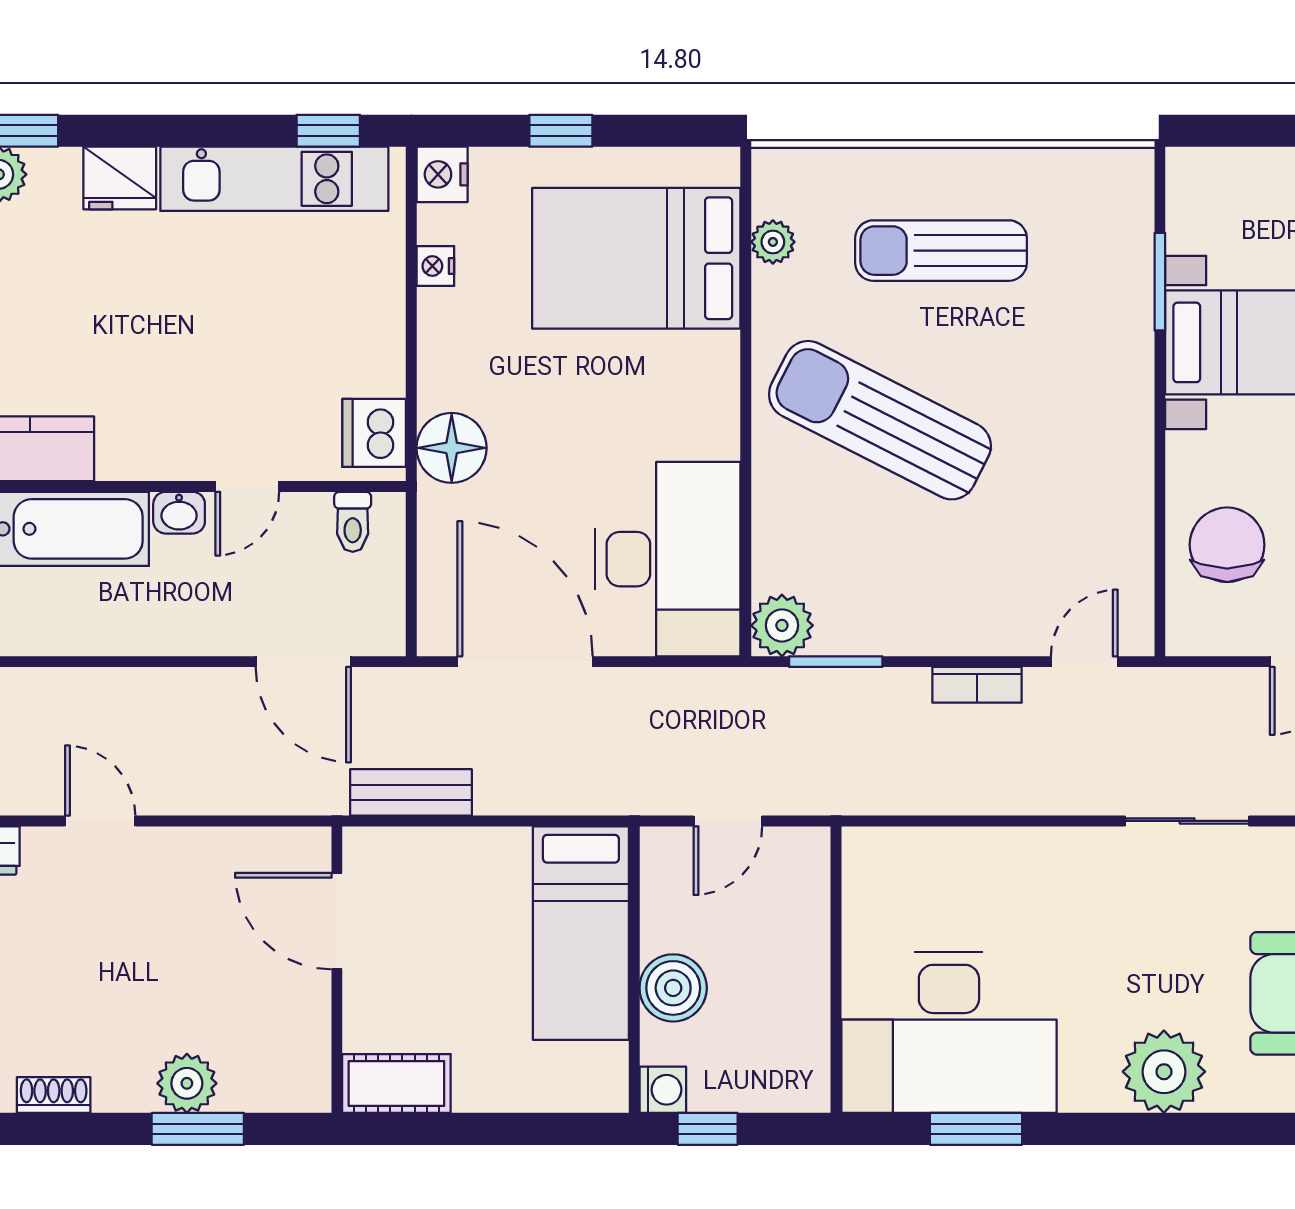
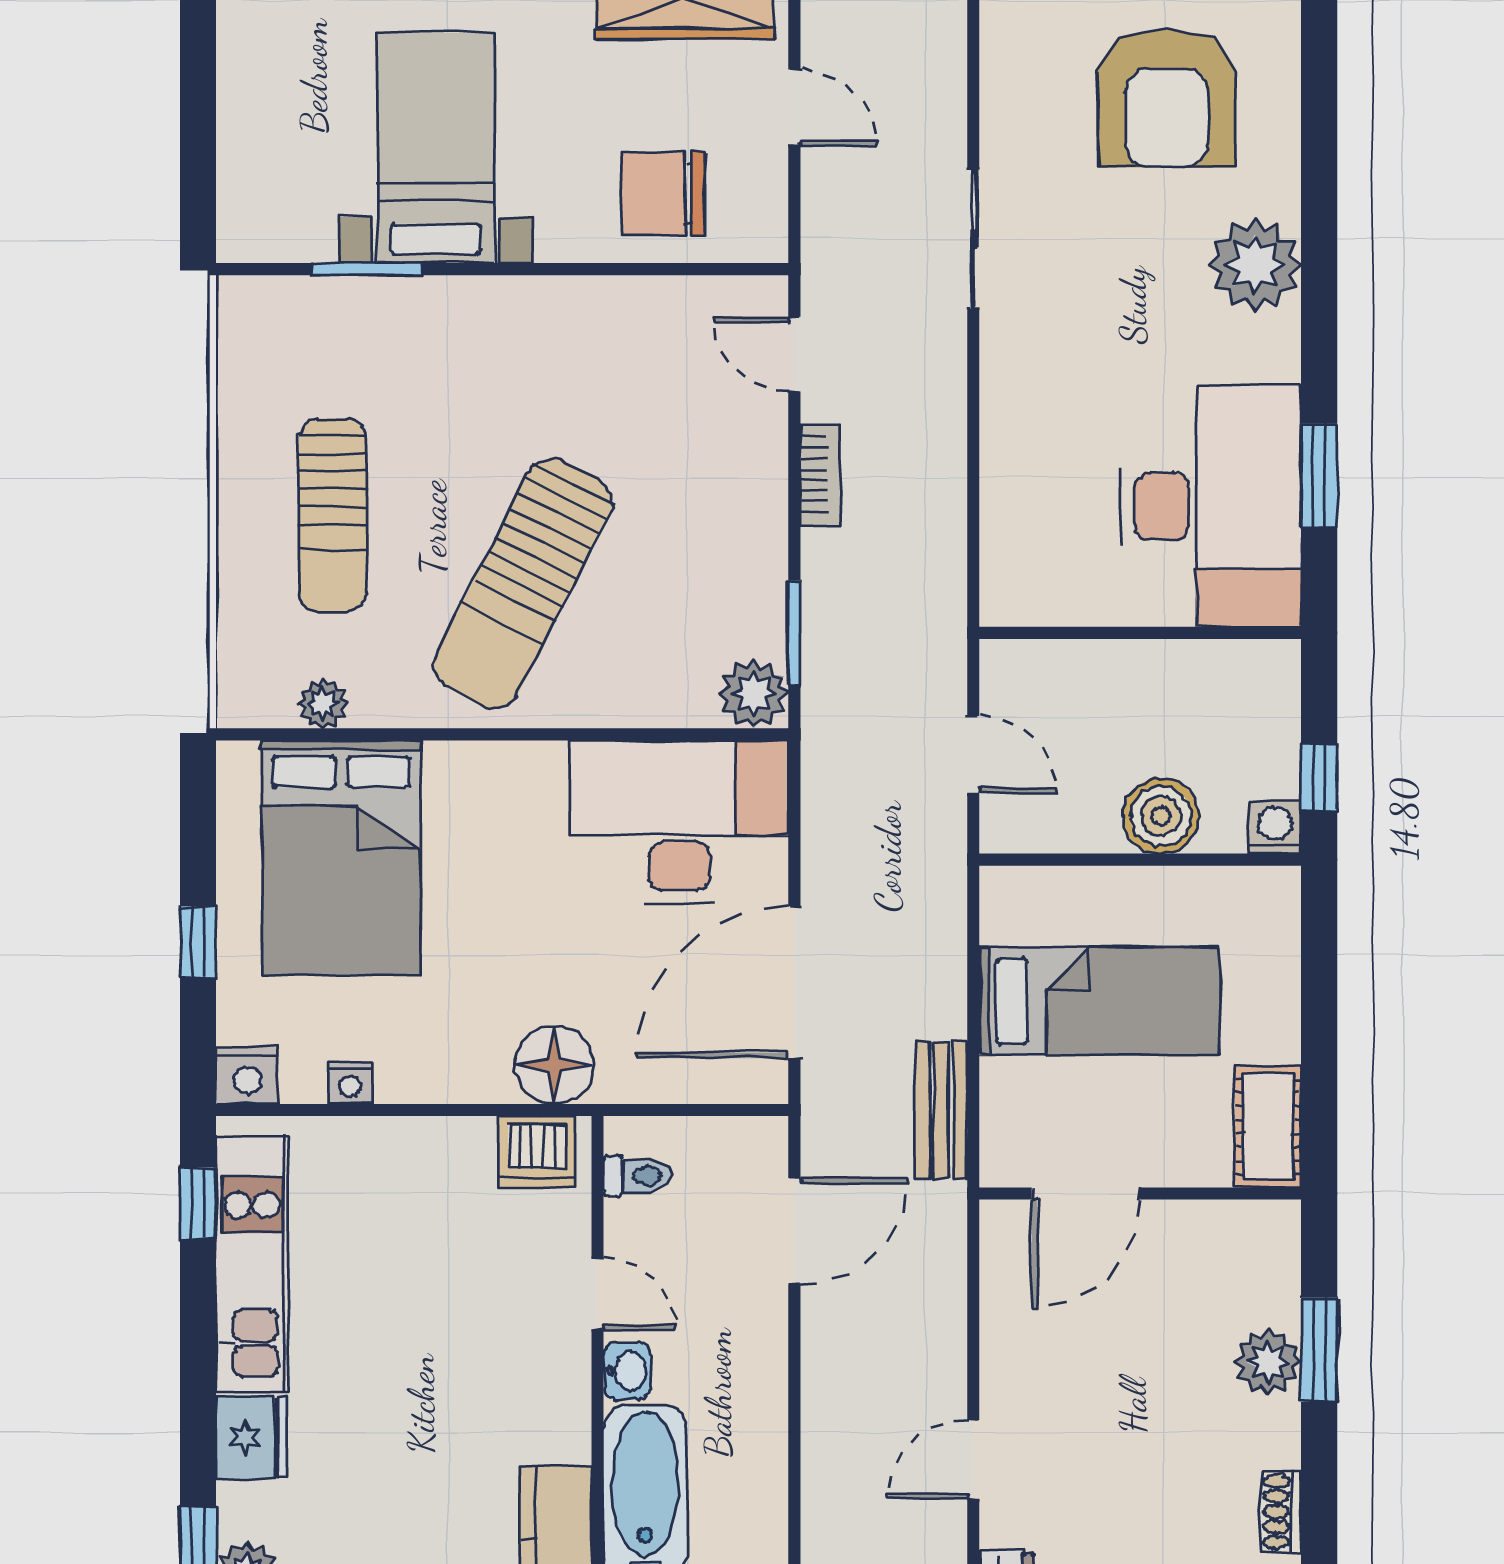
bed: (581, 933) -> (1099, 1001), moved

